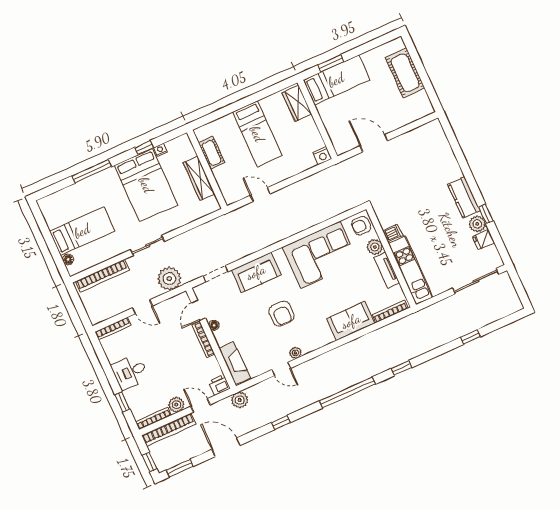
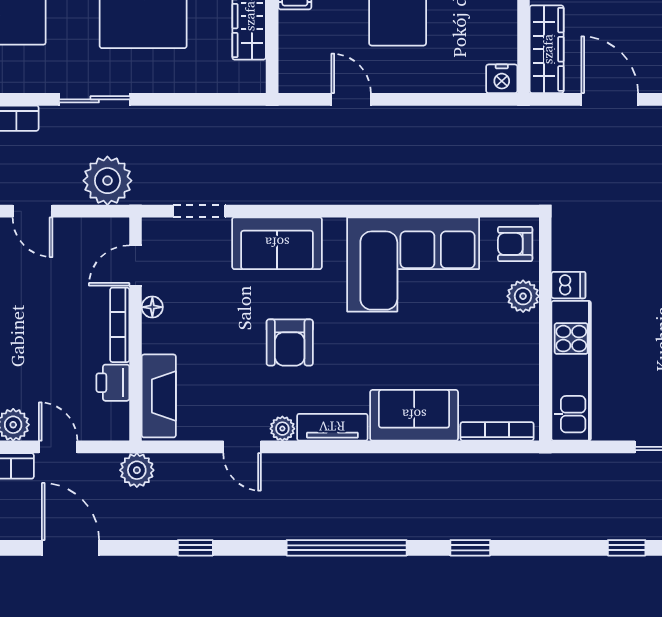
wardrobe: (336, 134) -> (547, 49), added
tv unit: (387, 270) -> (332, 427), moved, turned 90
printer: (219, 385) -> (113, 383), moved, turned -90

